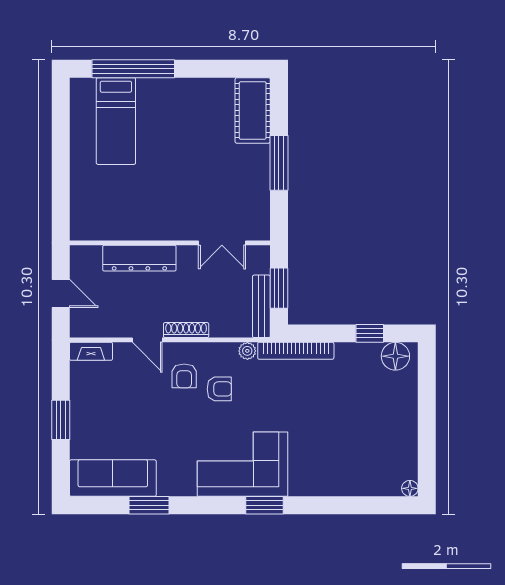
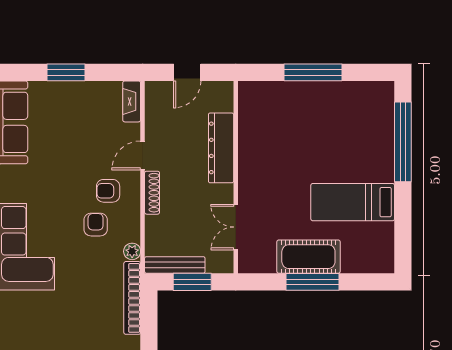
cot: (253, 110) -> (308, 257), moved
bed: (116, 121) -> (353, 202), moved
window: (61, 162) -> (313, 72), added
armchair: (219, 389) -> (96, 225), turned 180

